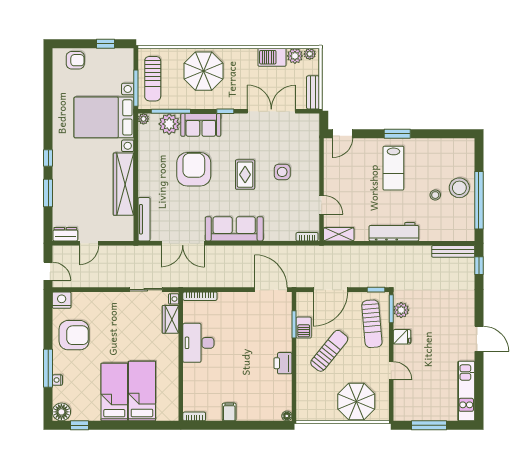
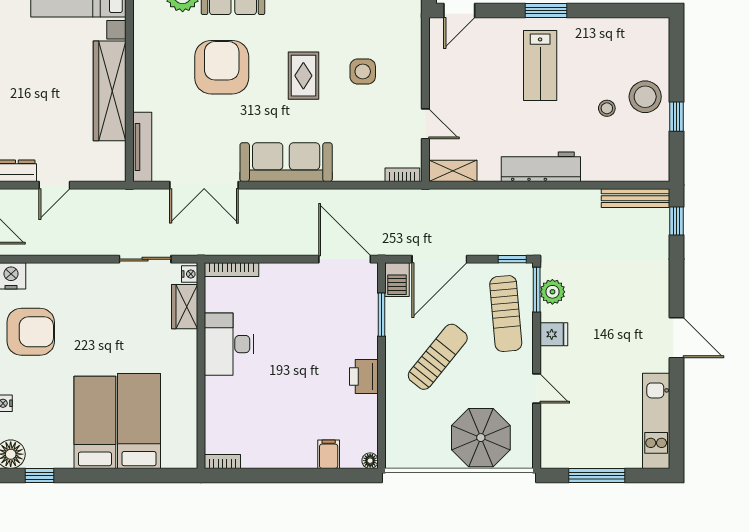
window: (479, 200) -> (677, 117), width x0.32
barbecue: (304, 328) -> (397, 280), moved
filing cabinet: (229, 412) -> (329, 454), moved

